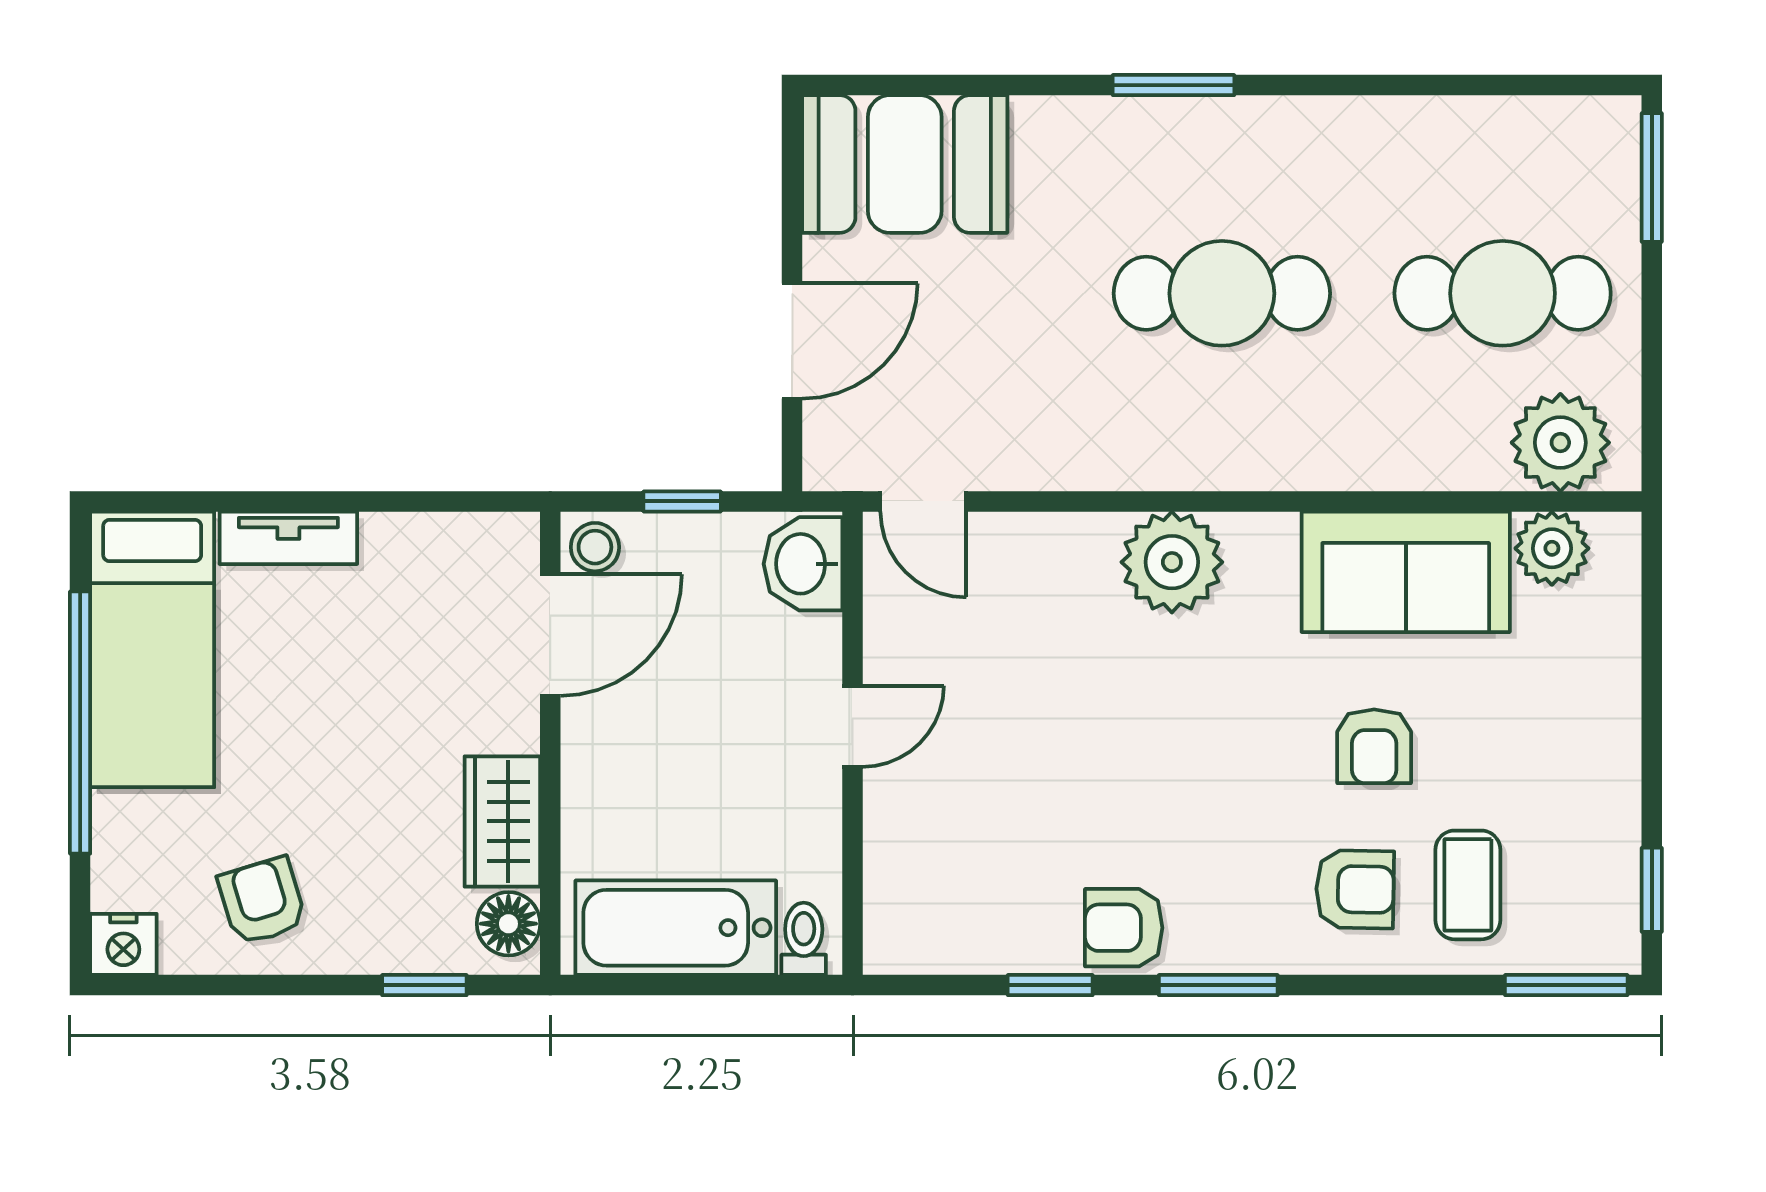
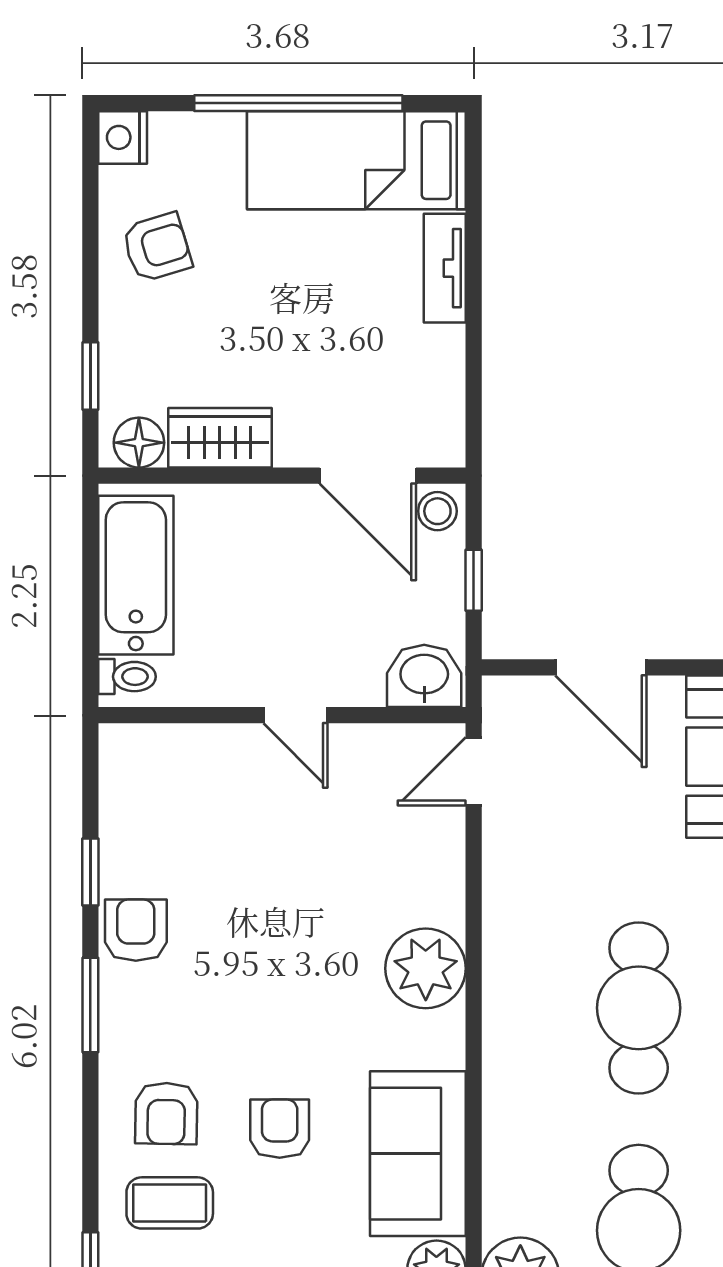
armchair: (1374, 746) -> (280, 1129), turned 90

